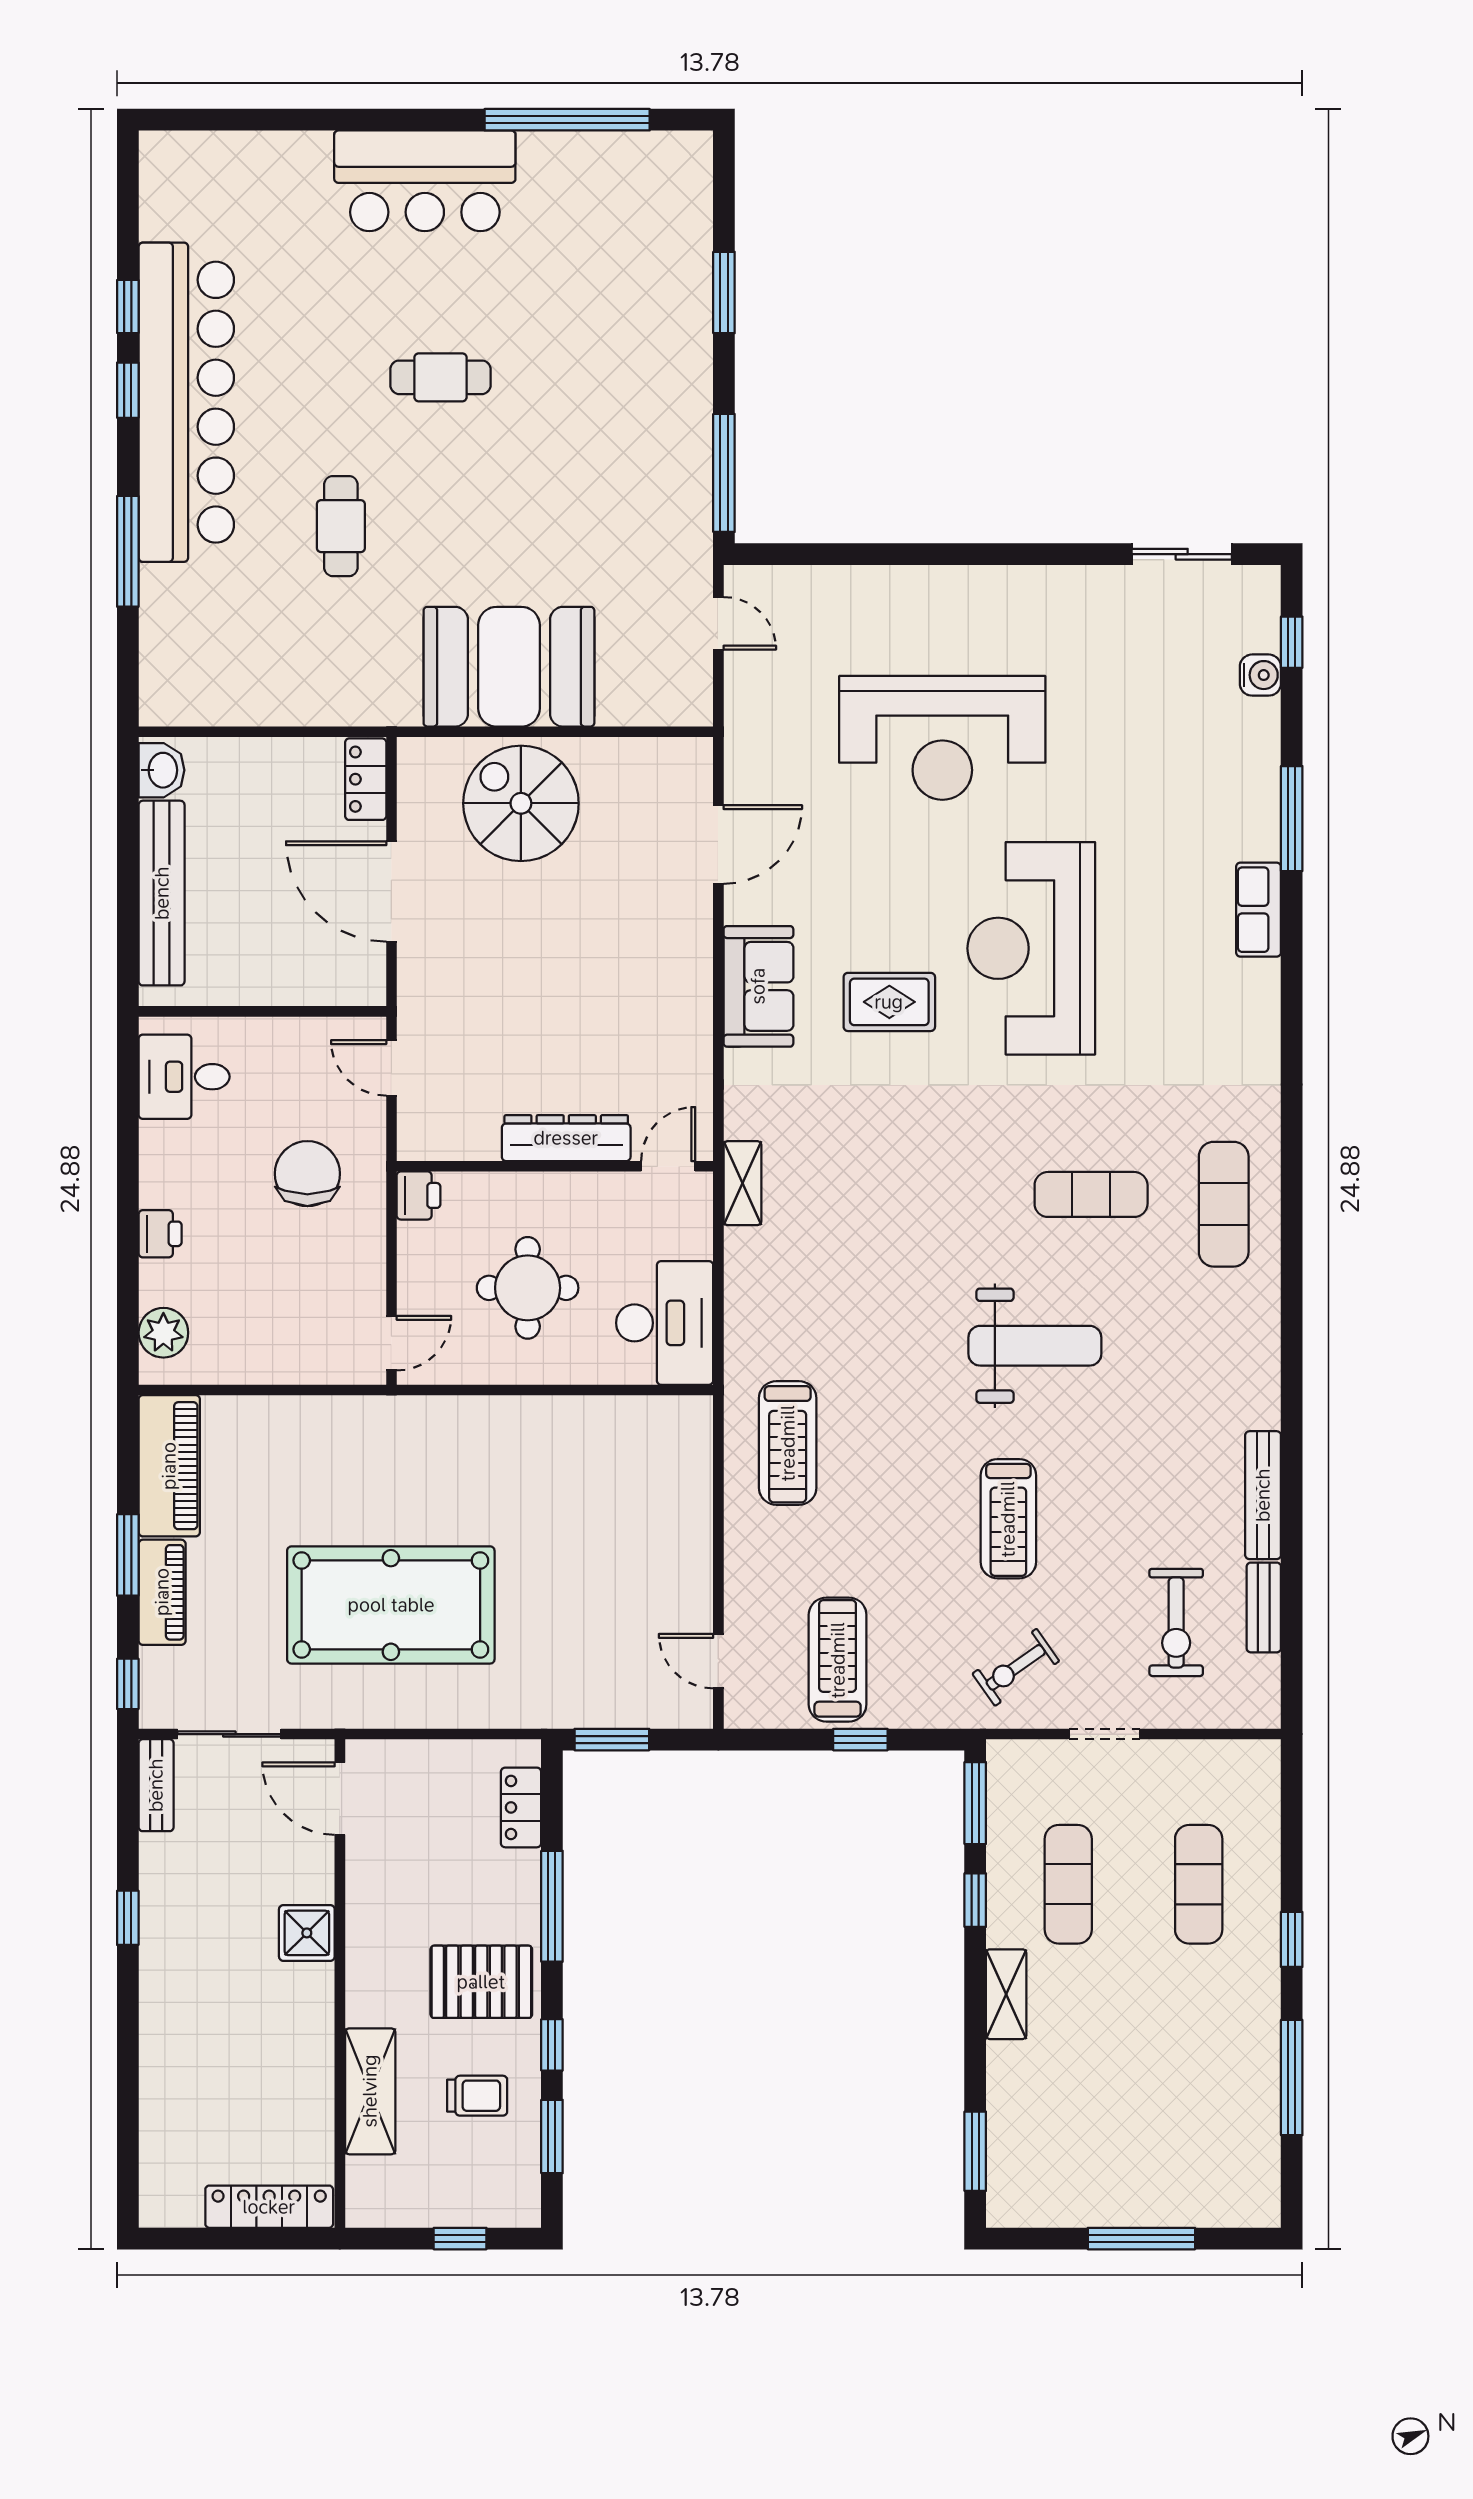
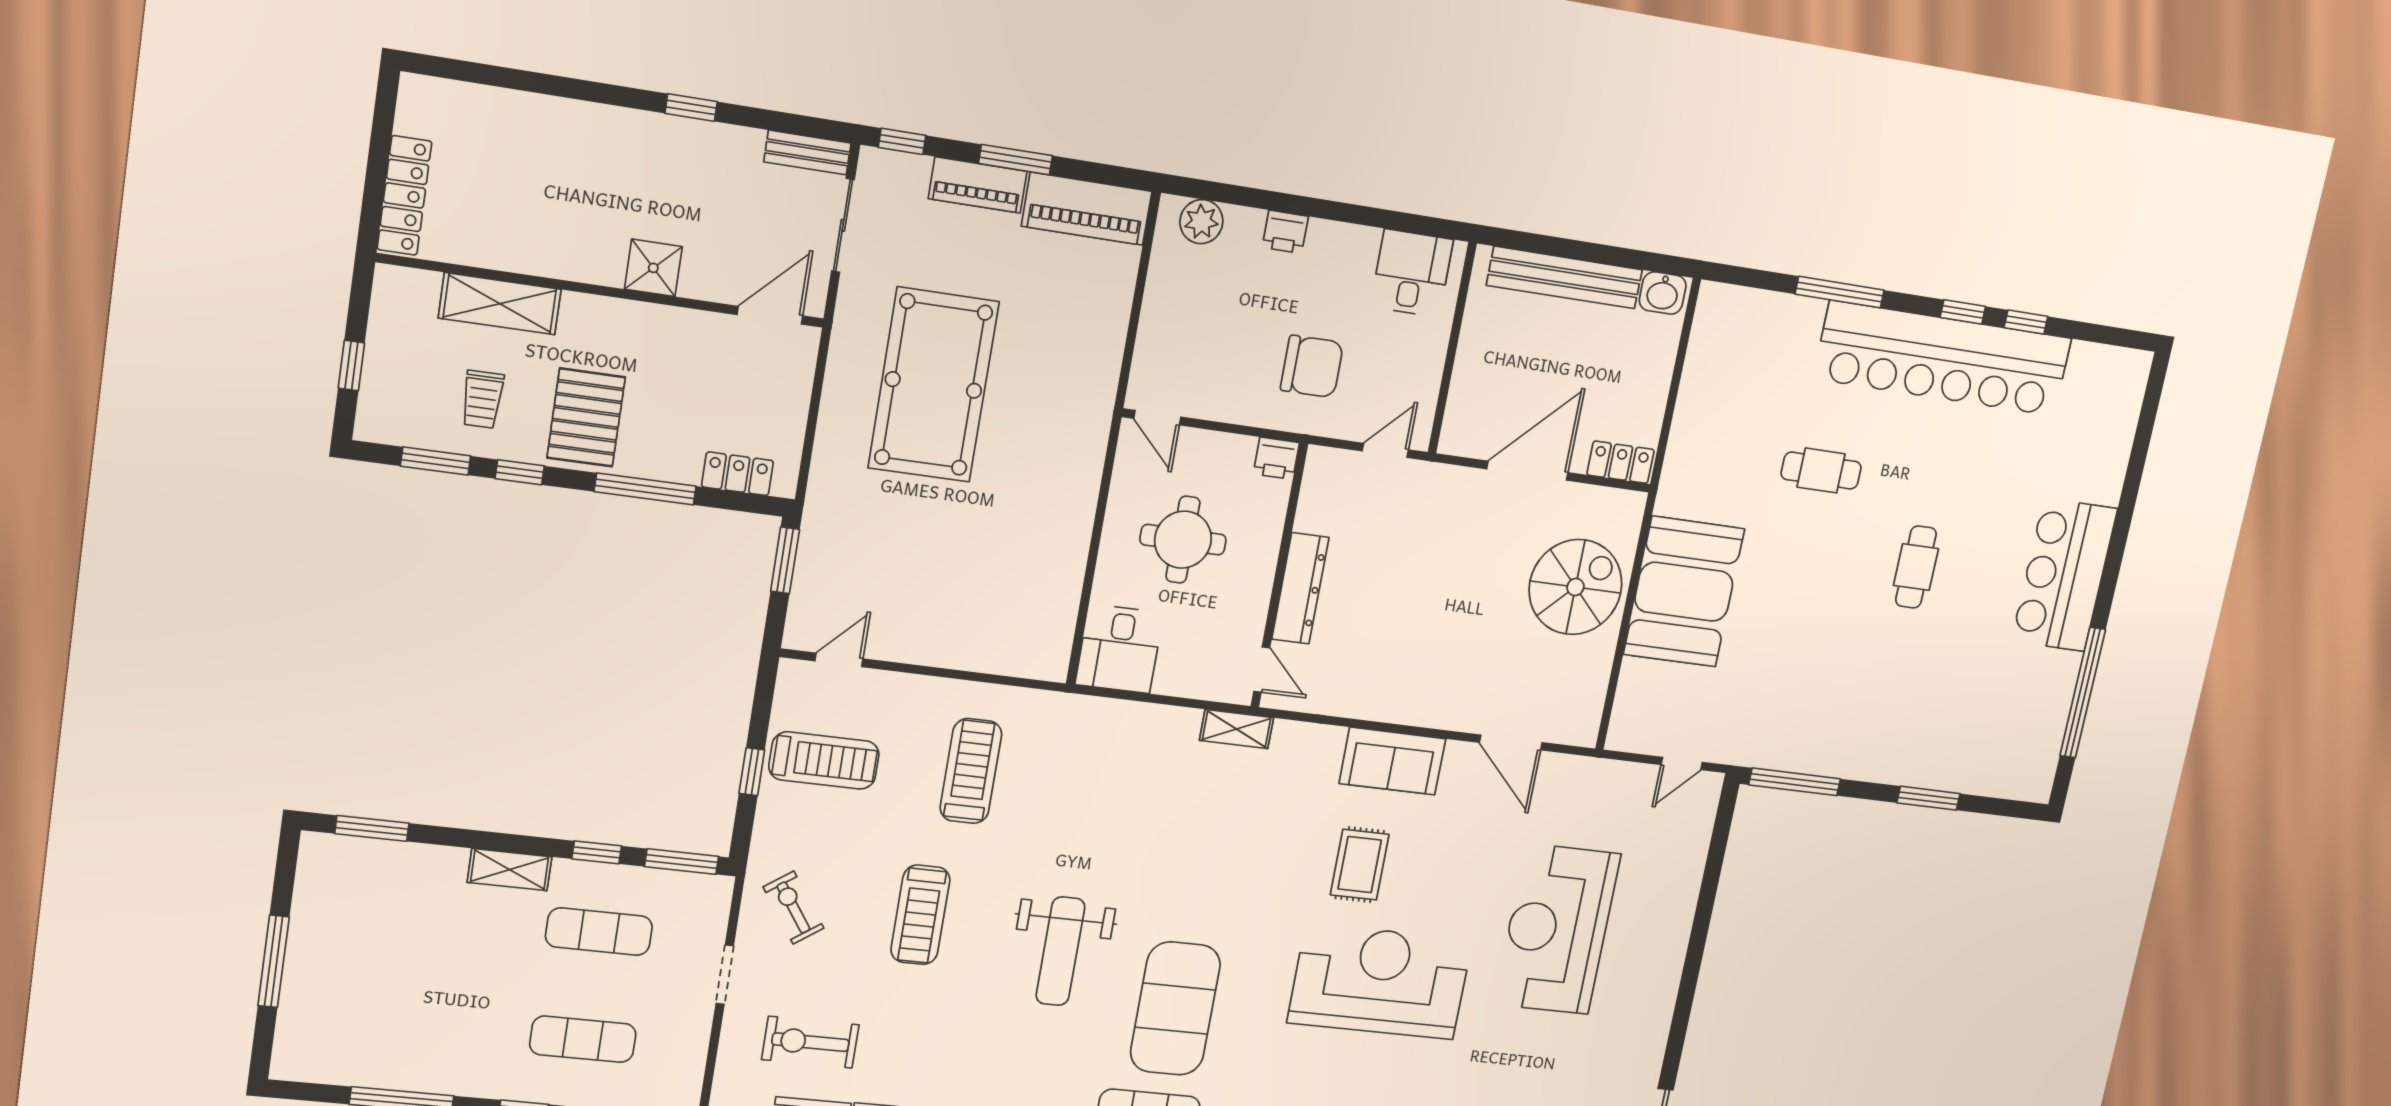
exercise mat: (1091, 1194) -> (1175, 1009), width x2.00, depth x1.45
desk: (665, 1323) -> (1119, 649), width x0.73
treadmill: (788, 1443) -> (971, 771), moved, turned 90
treadmill: (1008, 1519) -> (920, 915), turned -90

